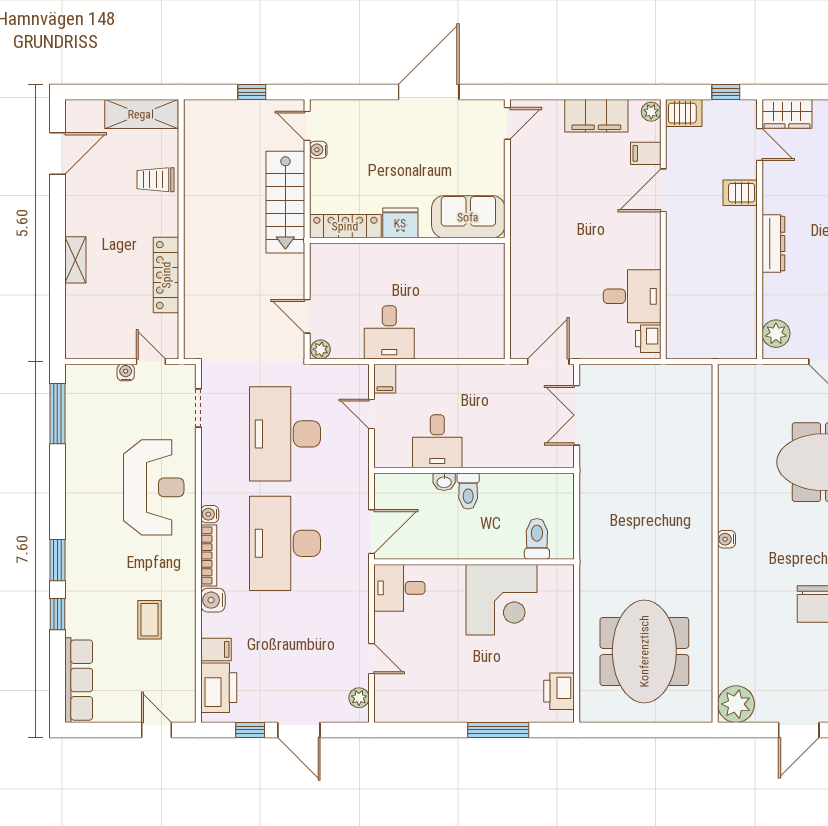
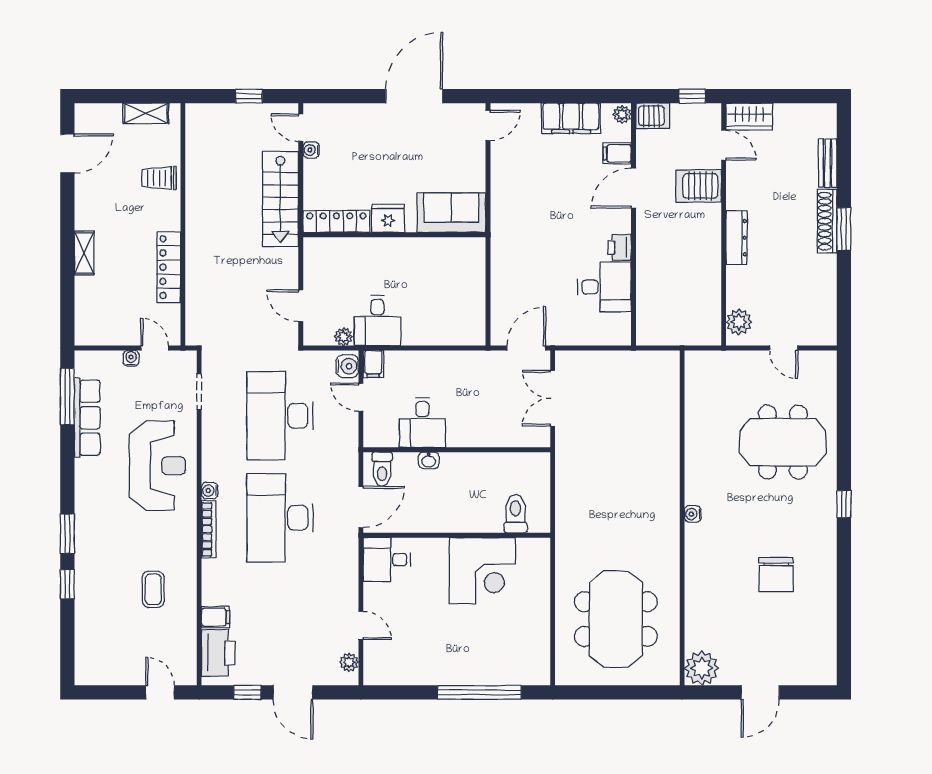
shelving: (141, 114) -> (146, 113), width x0.67, depth x0.75
server rack: (740, 193) -> (699, 186), width x1.36, depth x1.44
printer: (648, 339) -> (619, 247), moved
plant: (321, 349) -> (343, 337), moved
toilet: (468, 491) -> (382, 469), moved
water cooler: (213, 600) -> (347, 366), moved, turned 180
row of seats: (79, 680) -> (87, 418), moved
printer: (559, 691) -> (536, 656), removed
window: (498, 730) -> (479, 692), width x1.46

